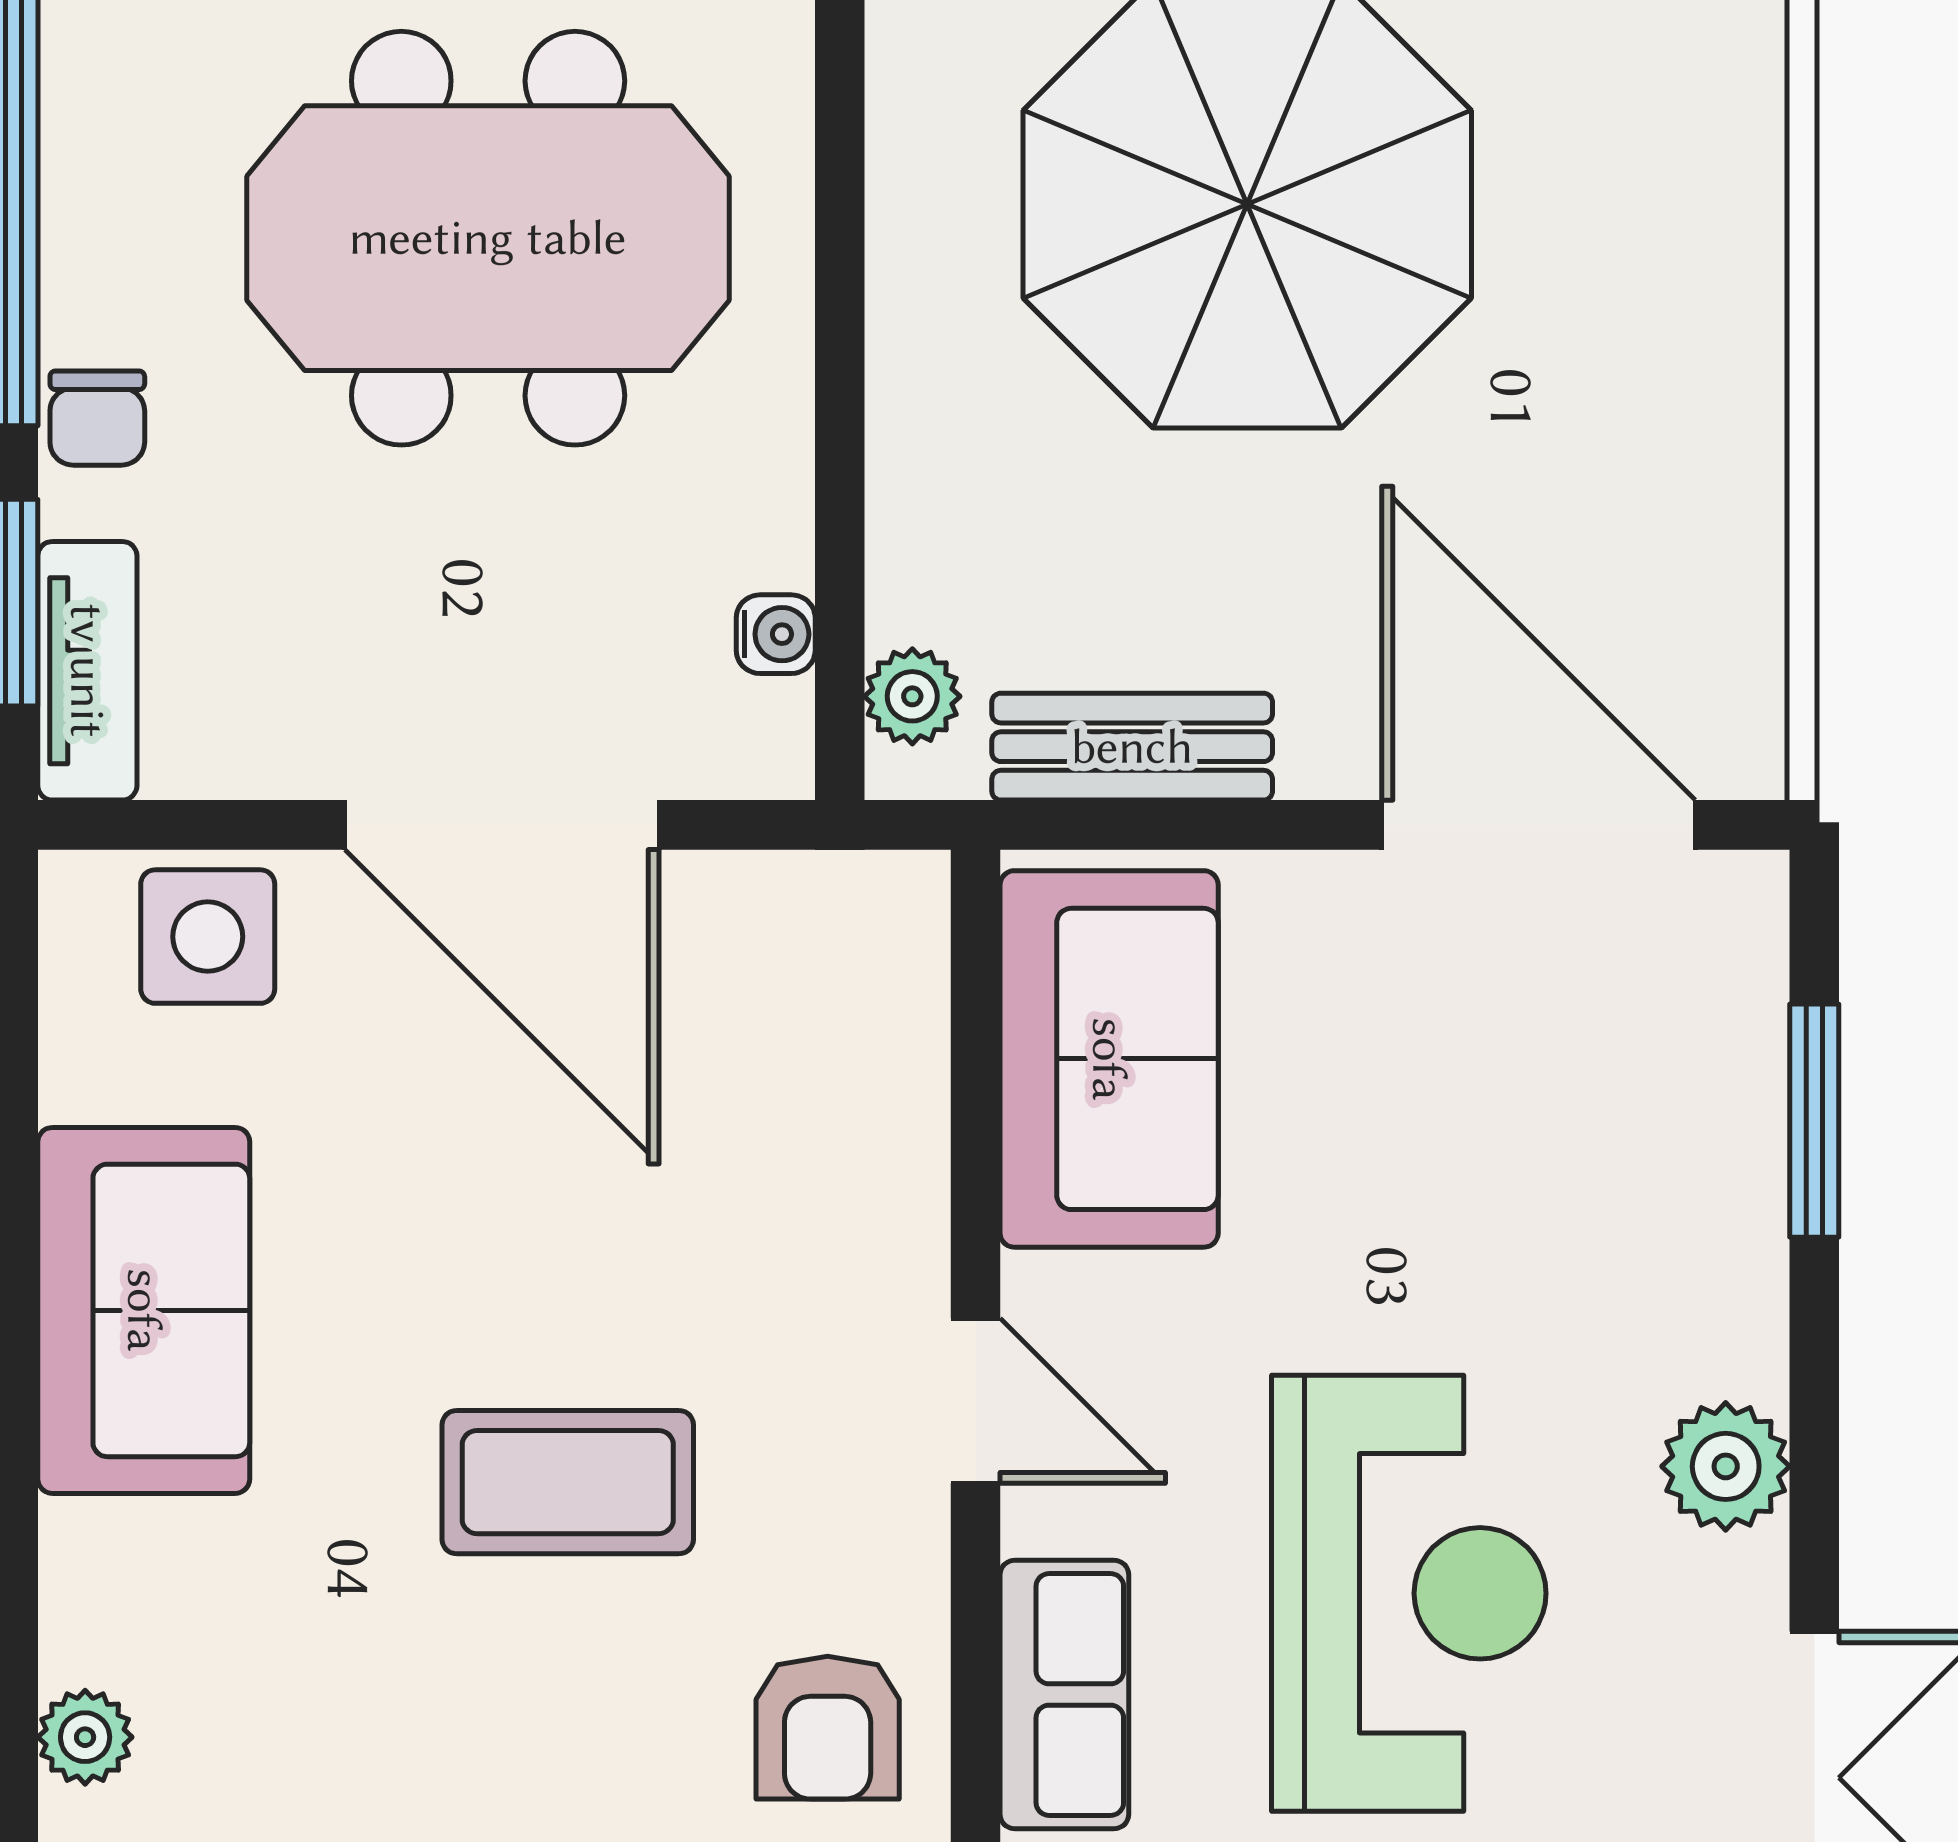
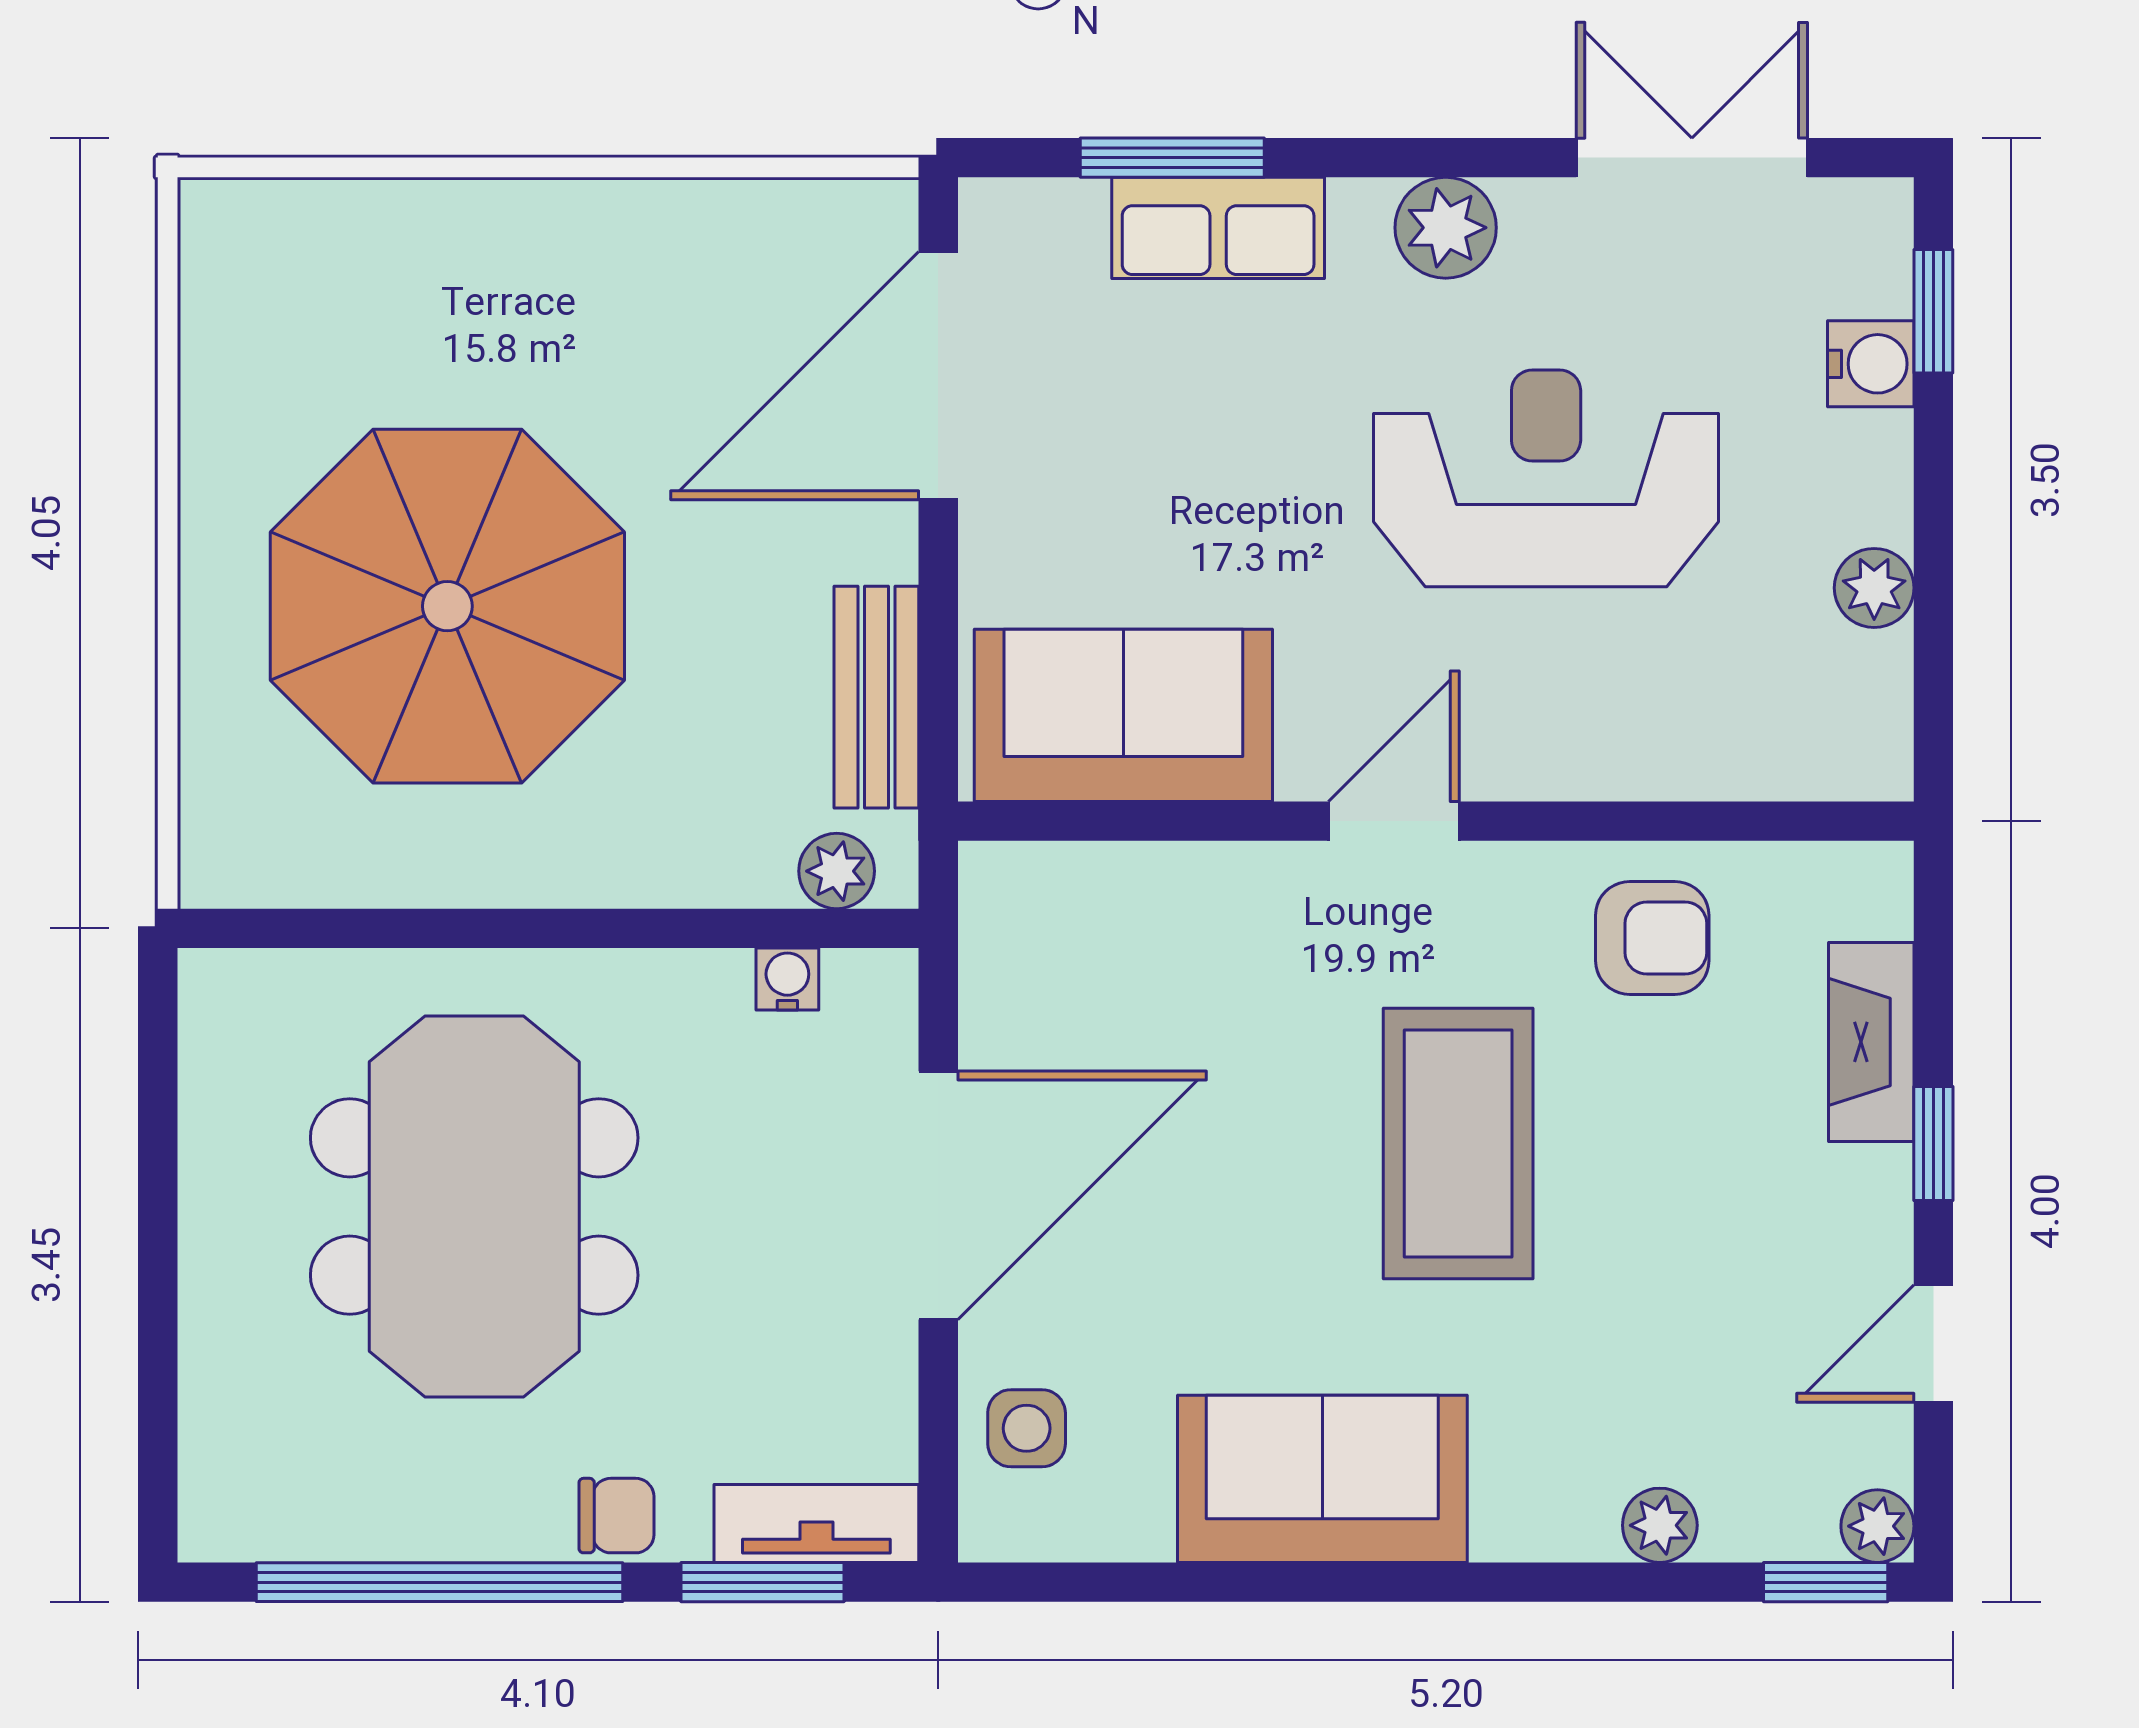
side table: (208, 937) -> (1027, 1428), width x0.73, depth x0.73
coffee table: (568, 1482) -> (1458, 1144), width x1.36, depth x1.32
row of seats: (1064, 1695) -> (1218, 228), moved, turned 180

